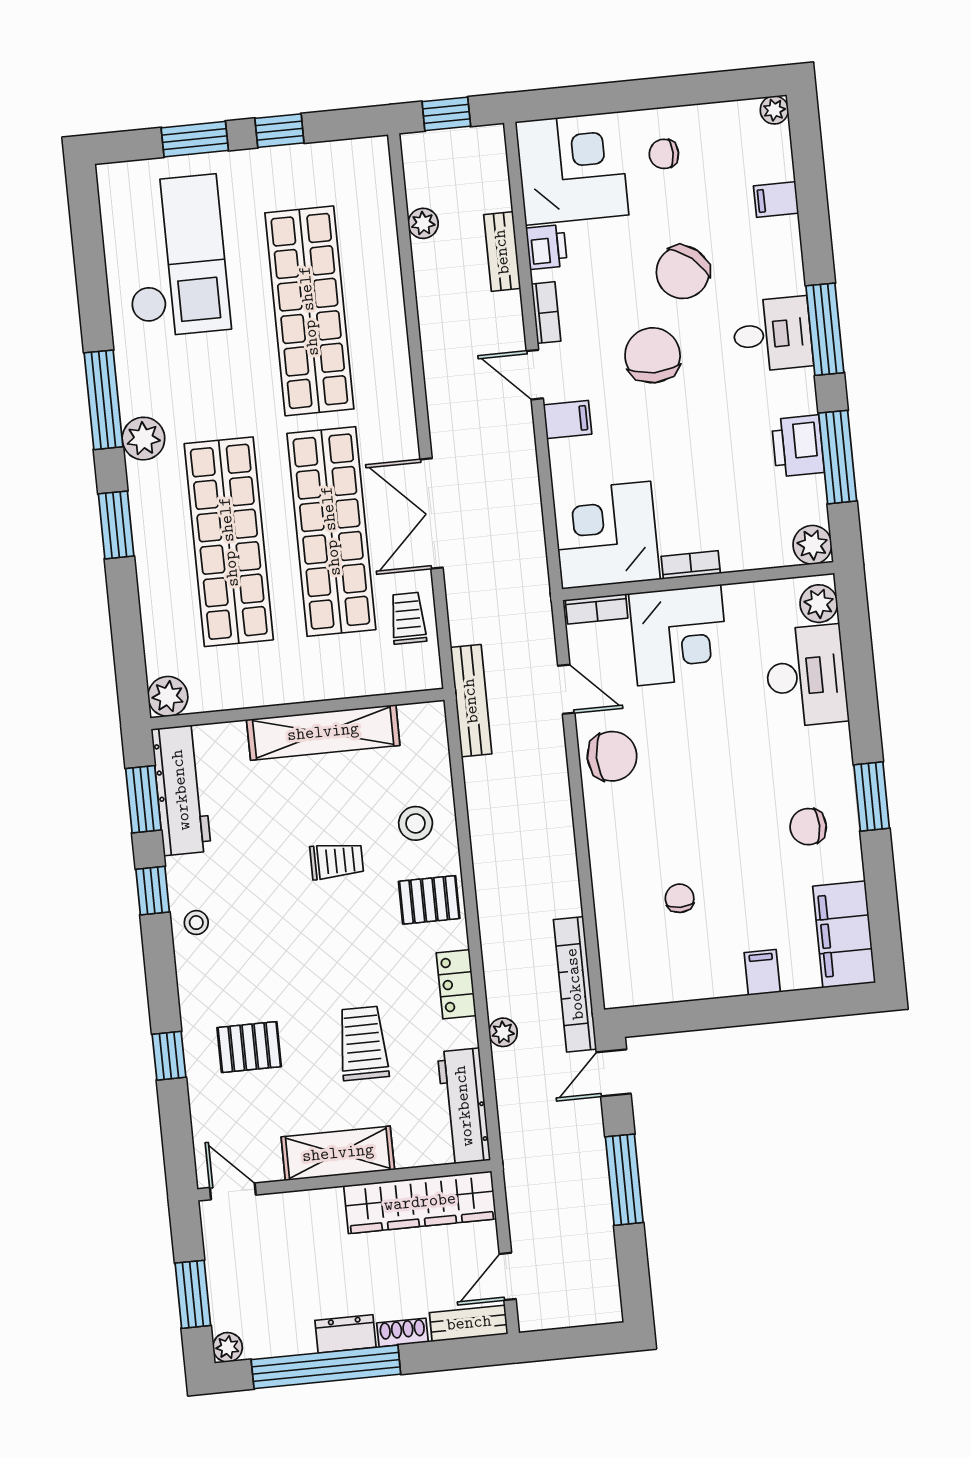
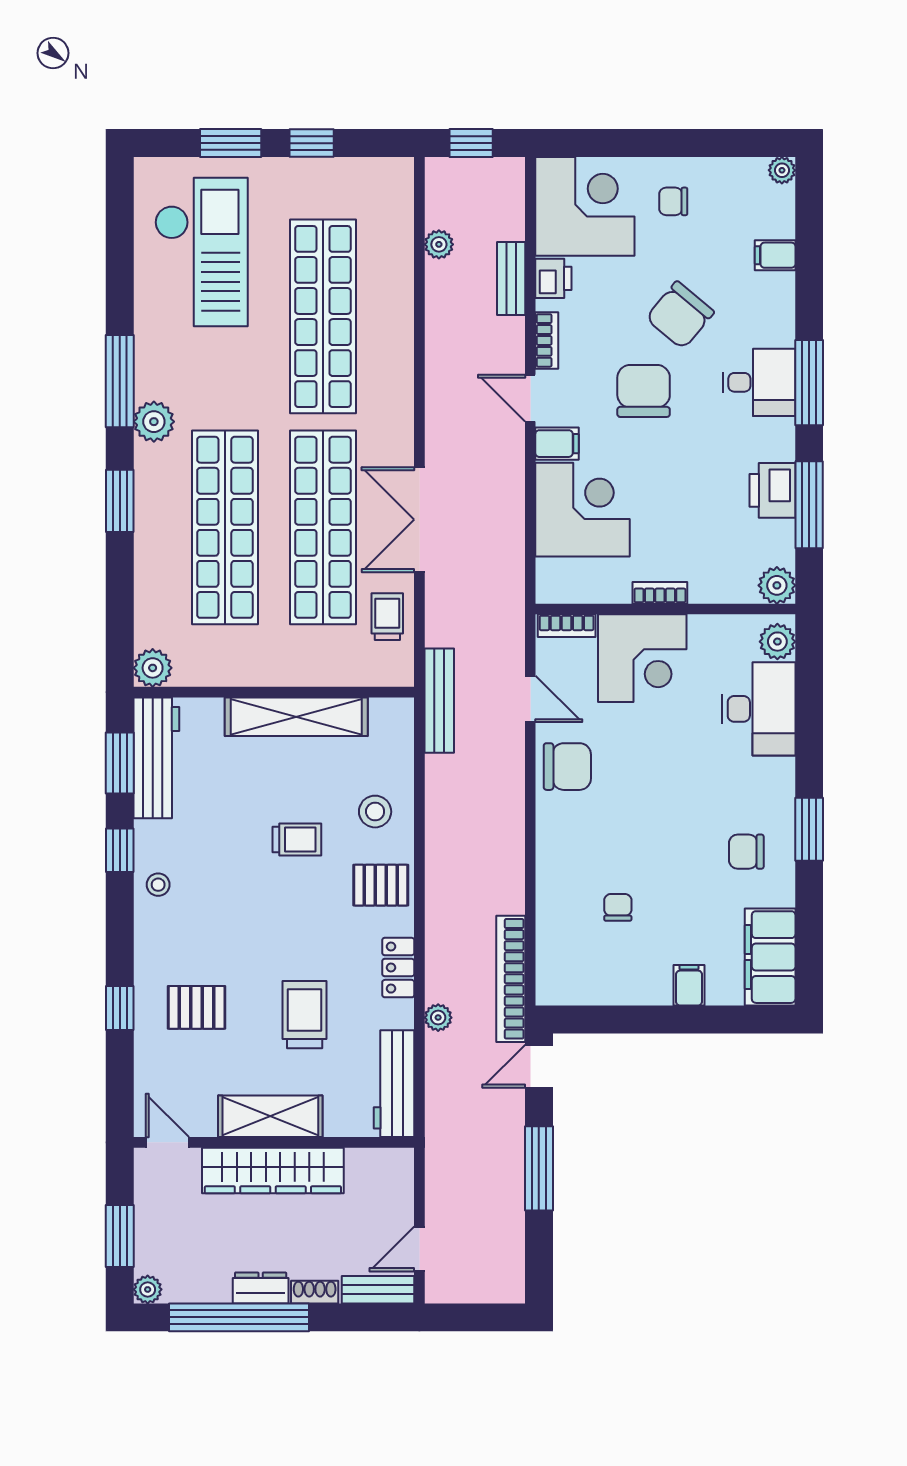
corner desk: (606, 535) -> (582, 510), moved, turned 90
wardrobe: (420, 1202) -> (273, 1171), moved

